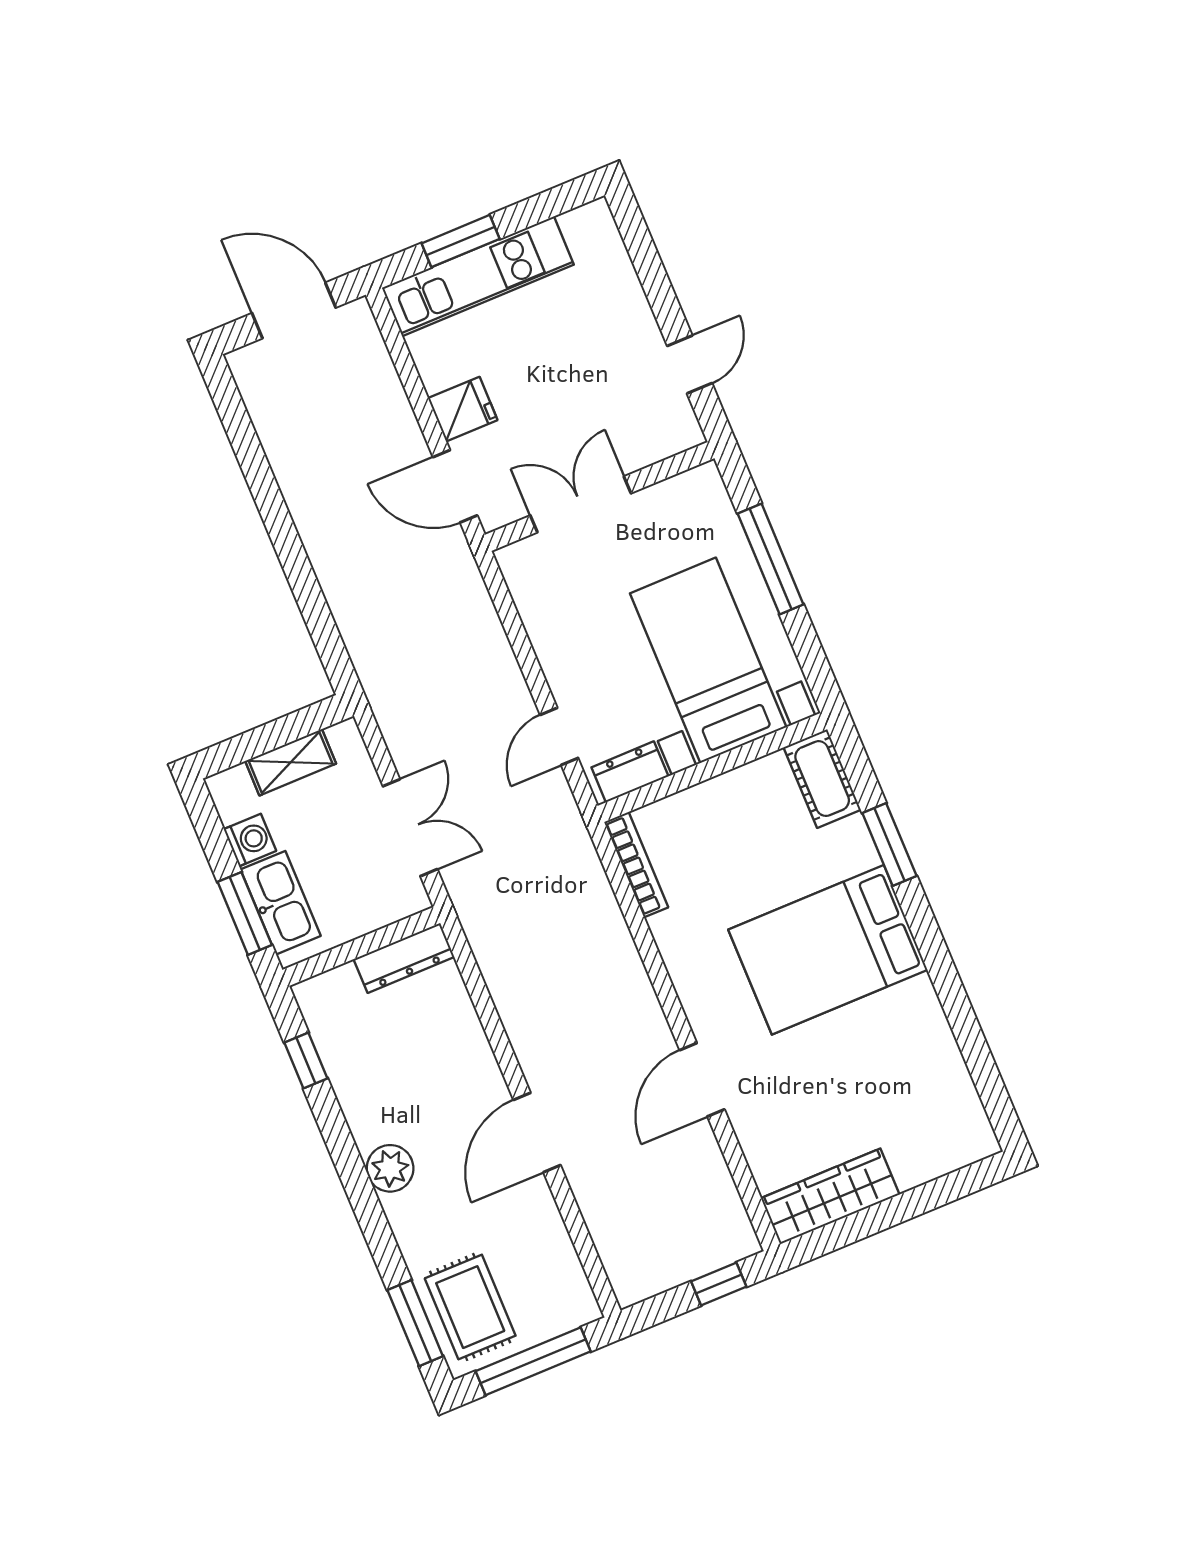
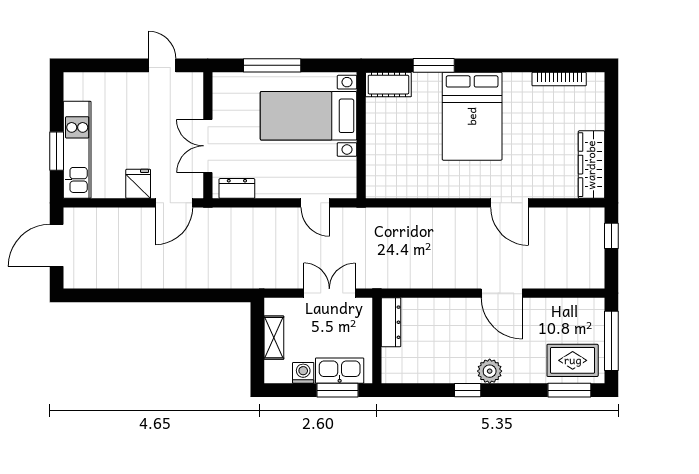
dresser: (630, 772) -> (237, 188), moved, turned 90
bookcase: (636, 865) -> (559, 79), moved, turned 180
window: (306, 1061) -> (468, 390), moved

